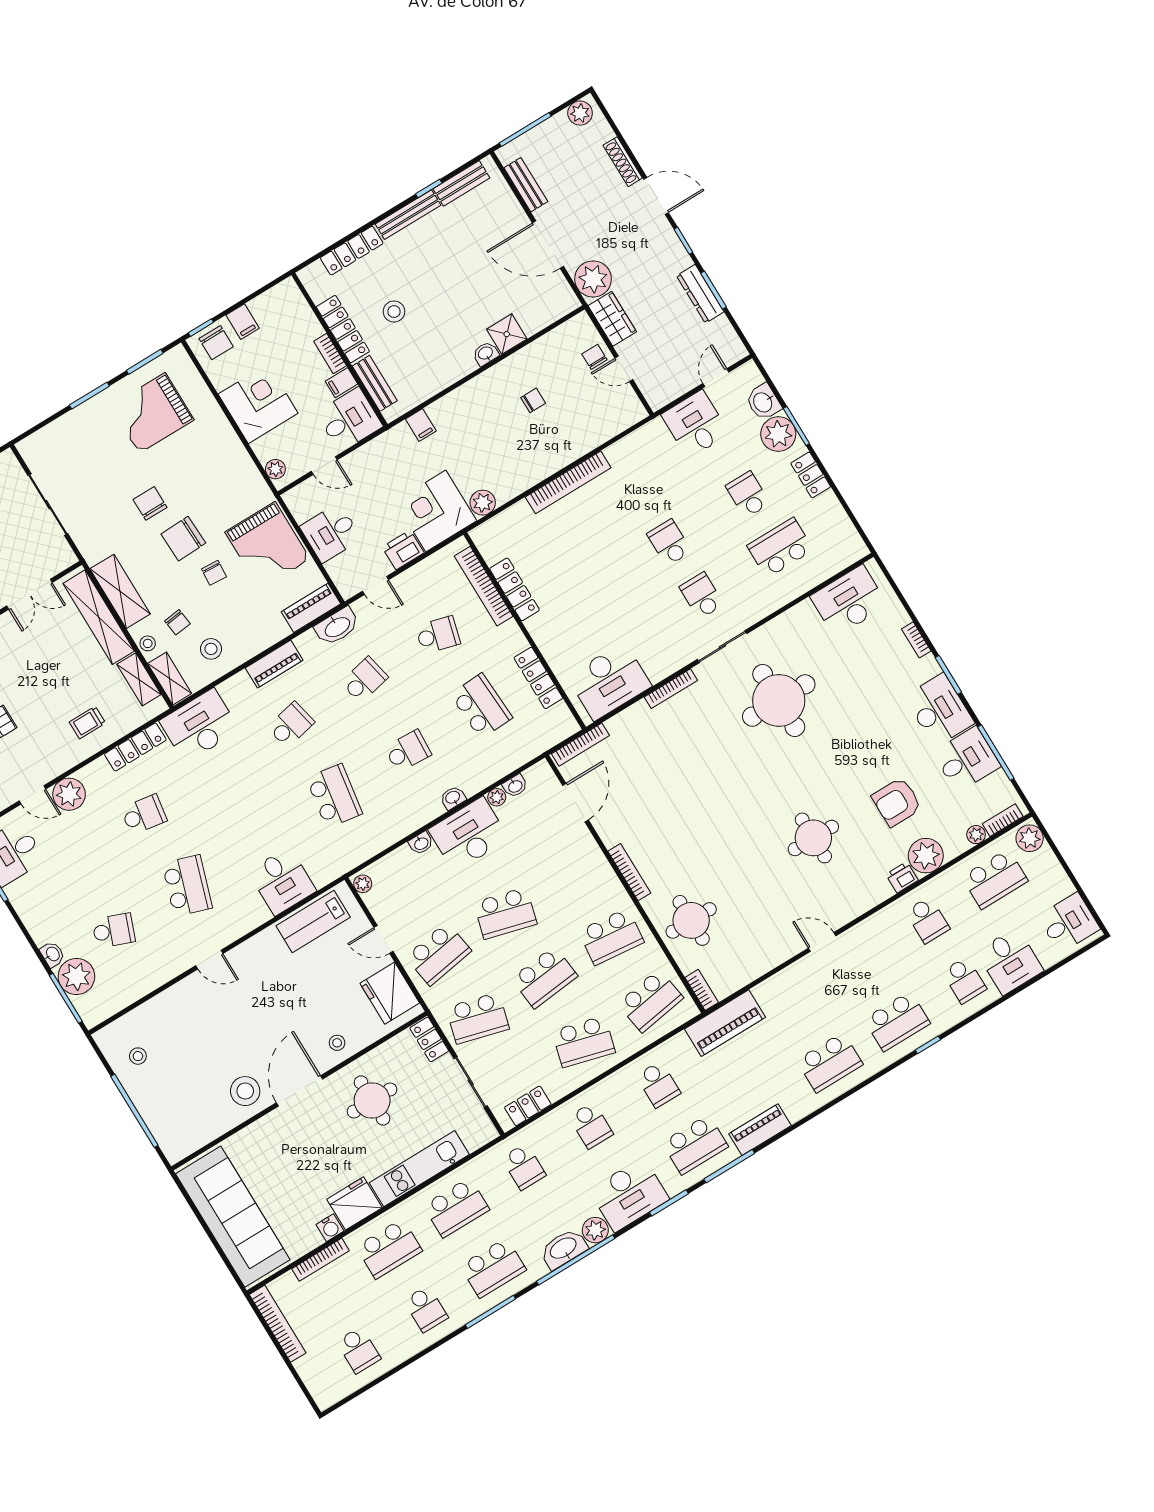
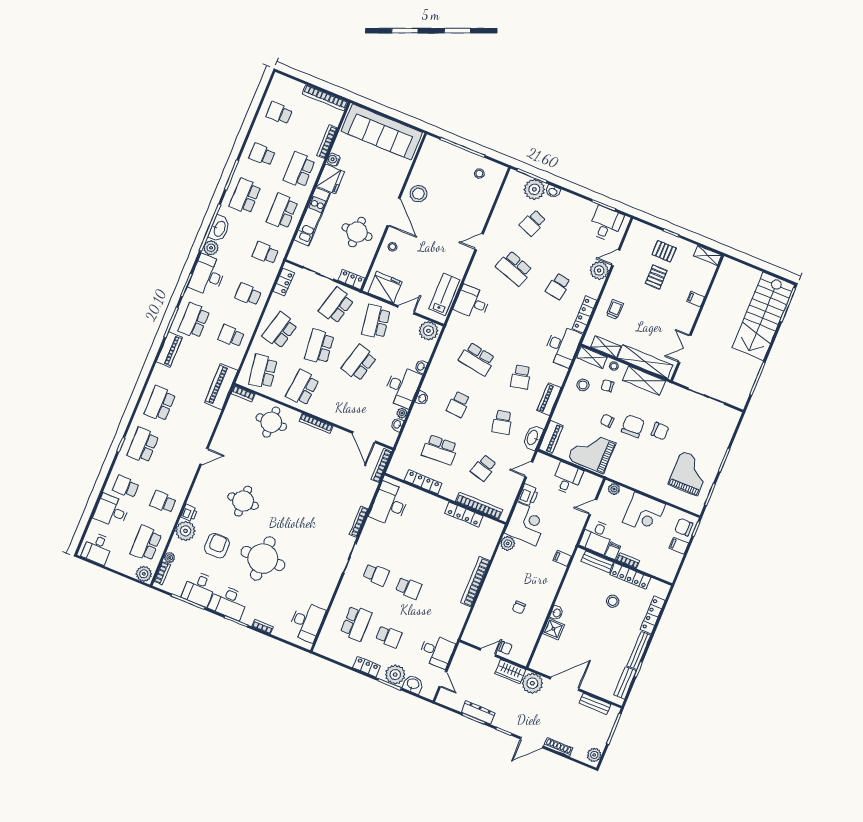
round table: (779, 700) -> (263, 558), moved
plant: (363, 884) -> (428, 331), width x1.88, depth x1.88

